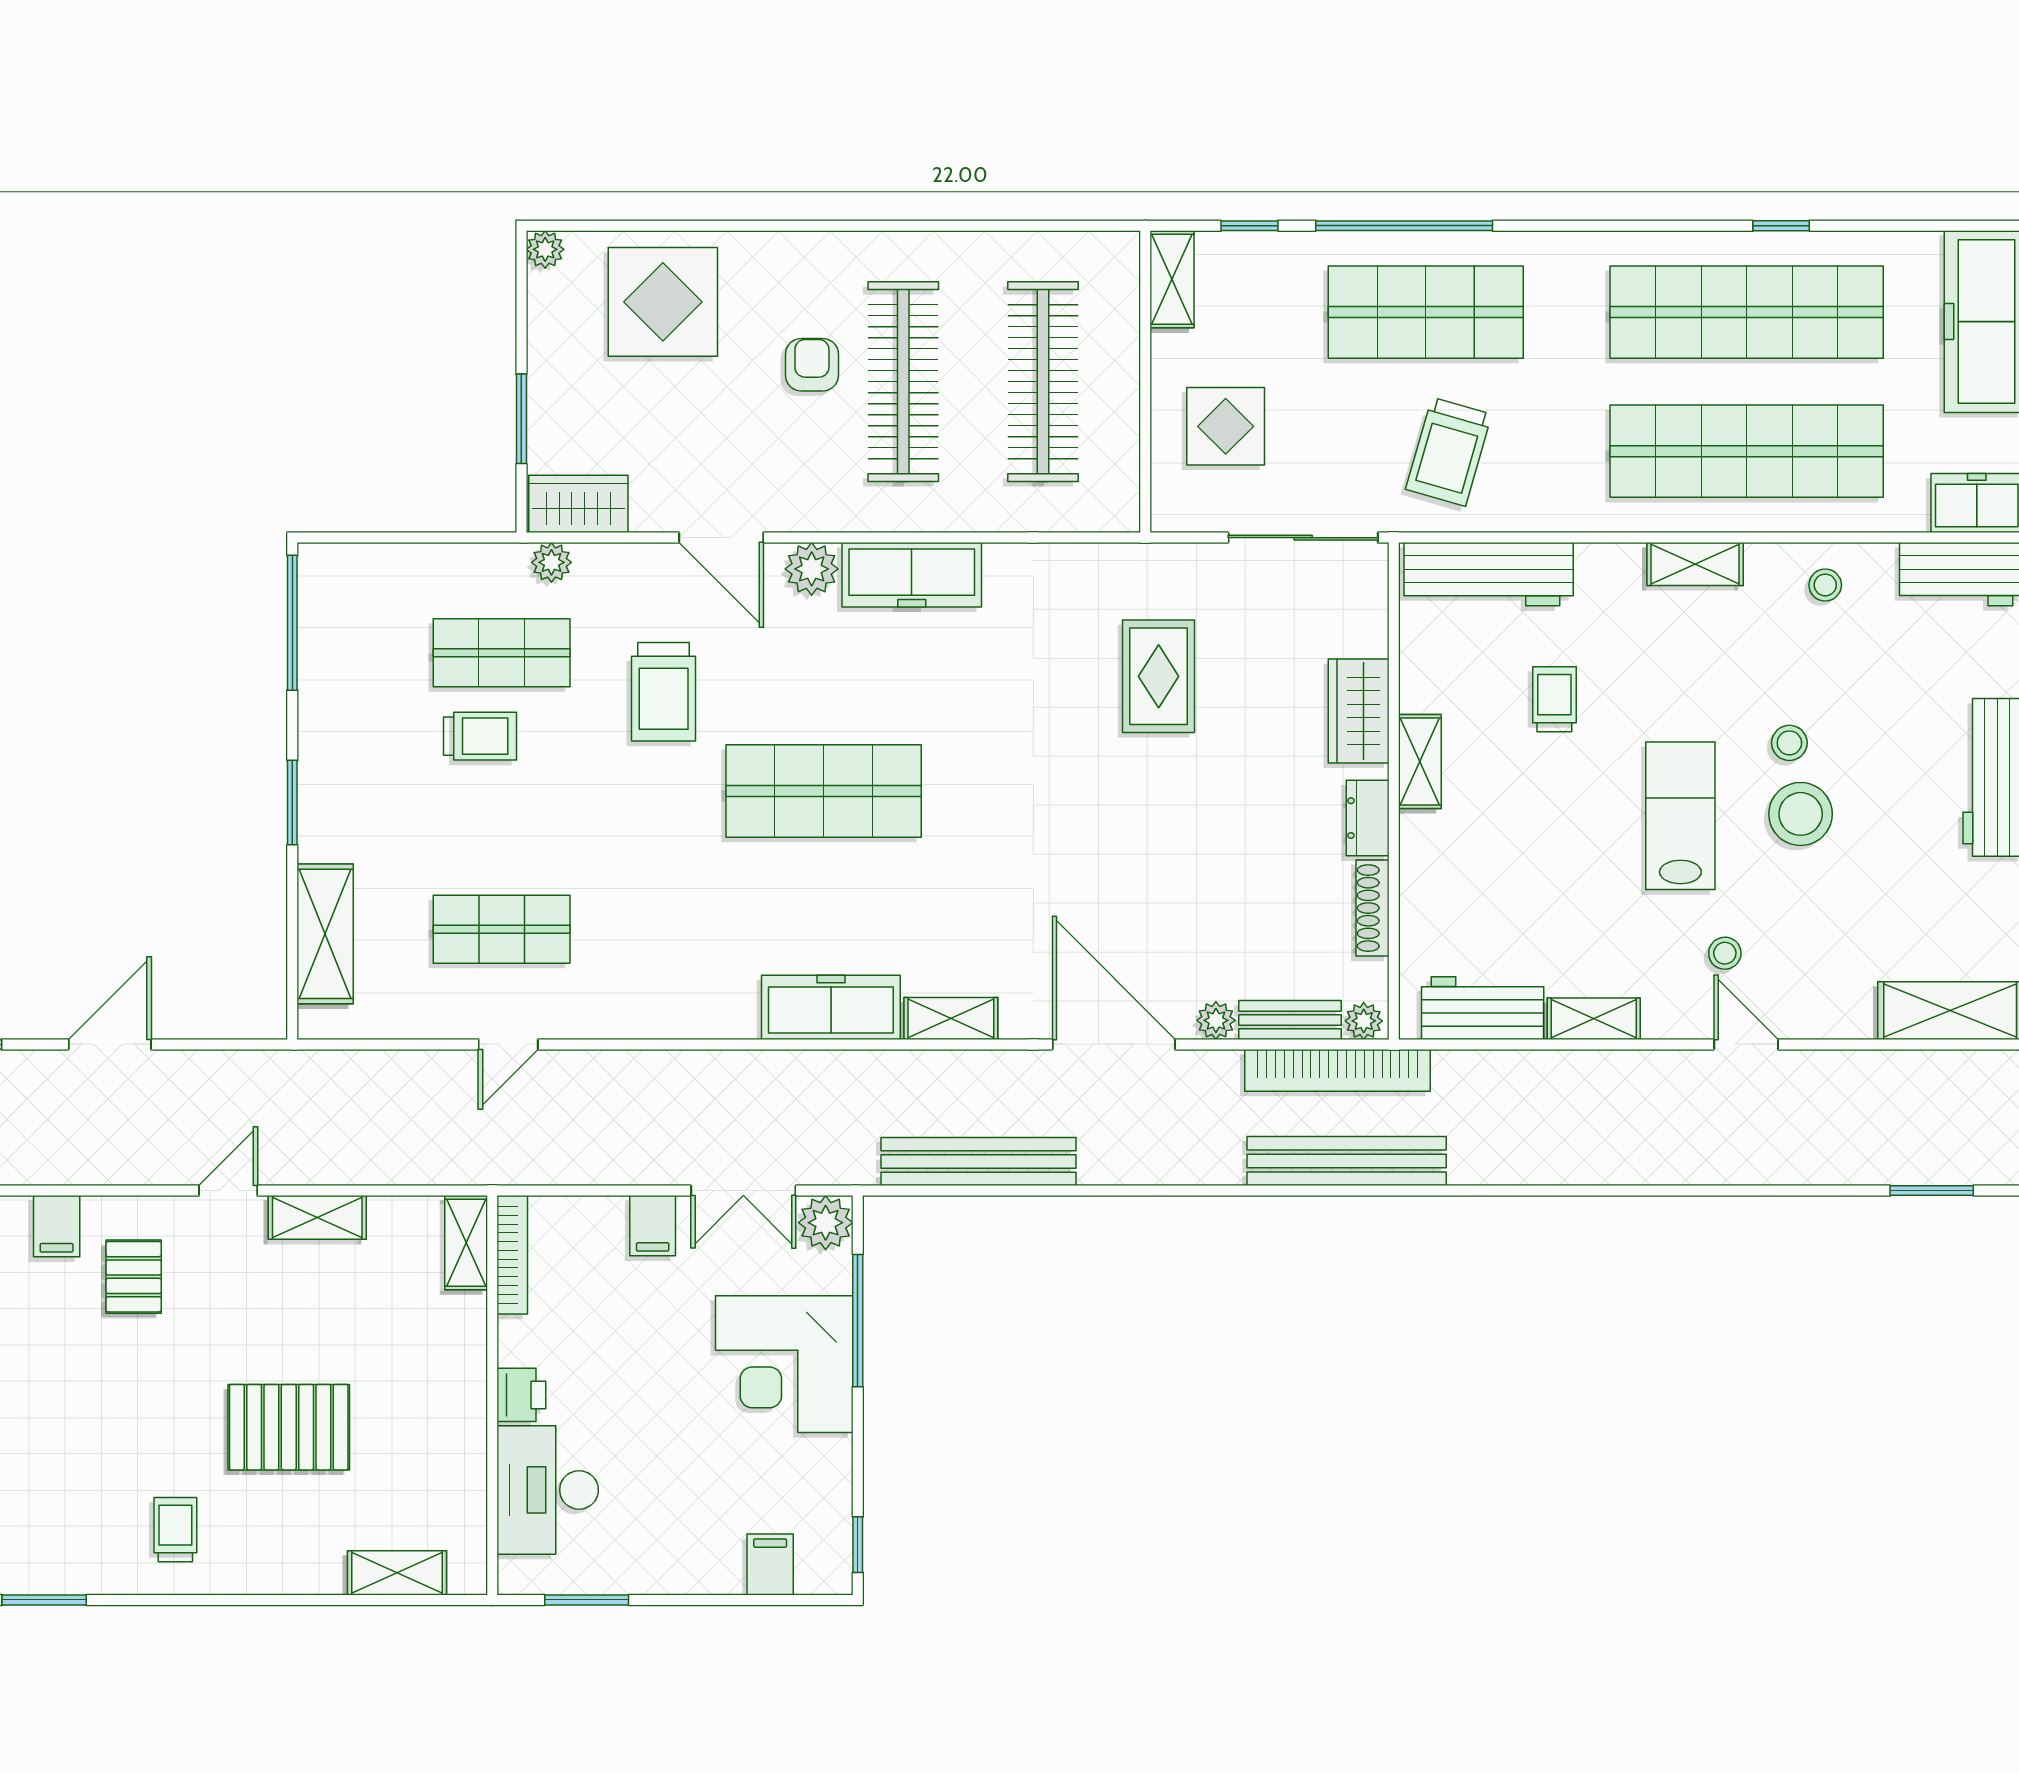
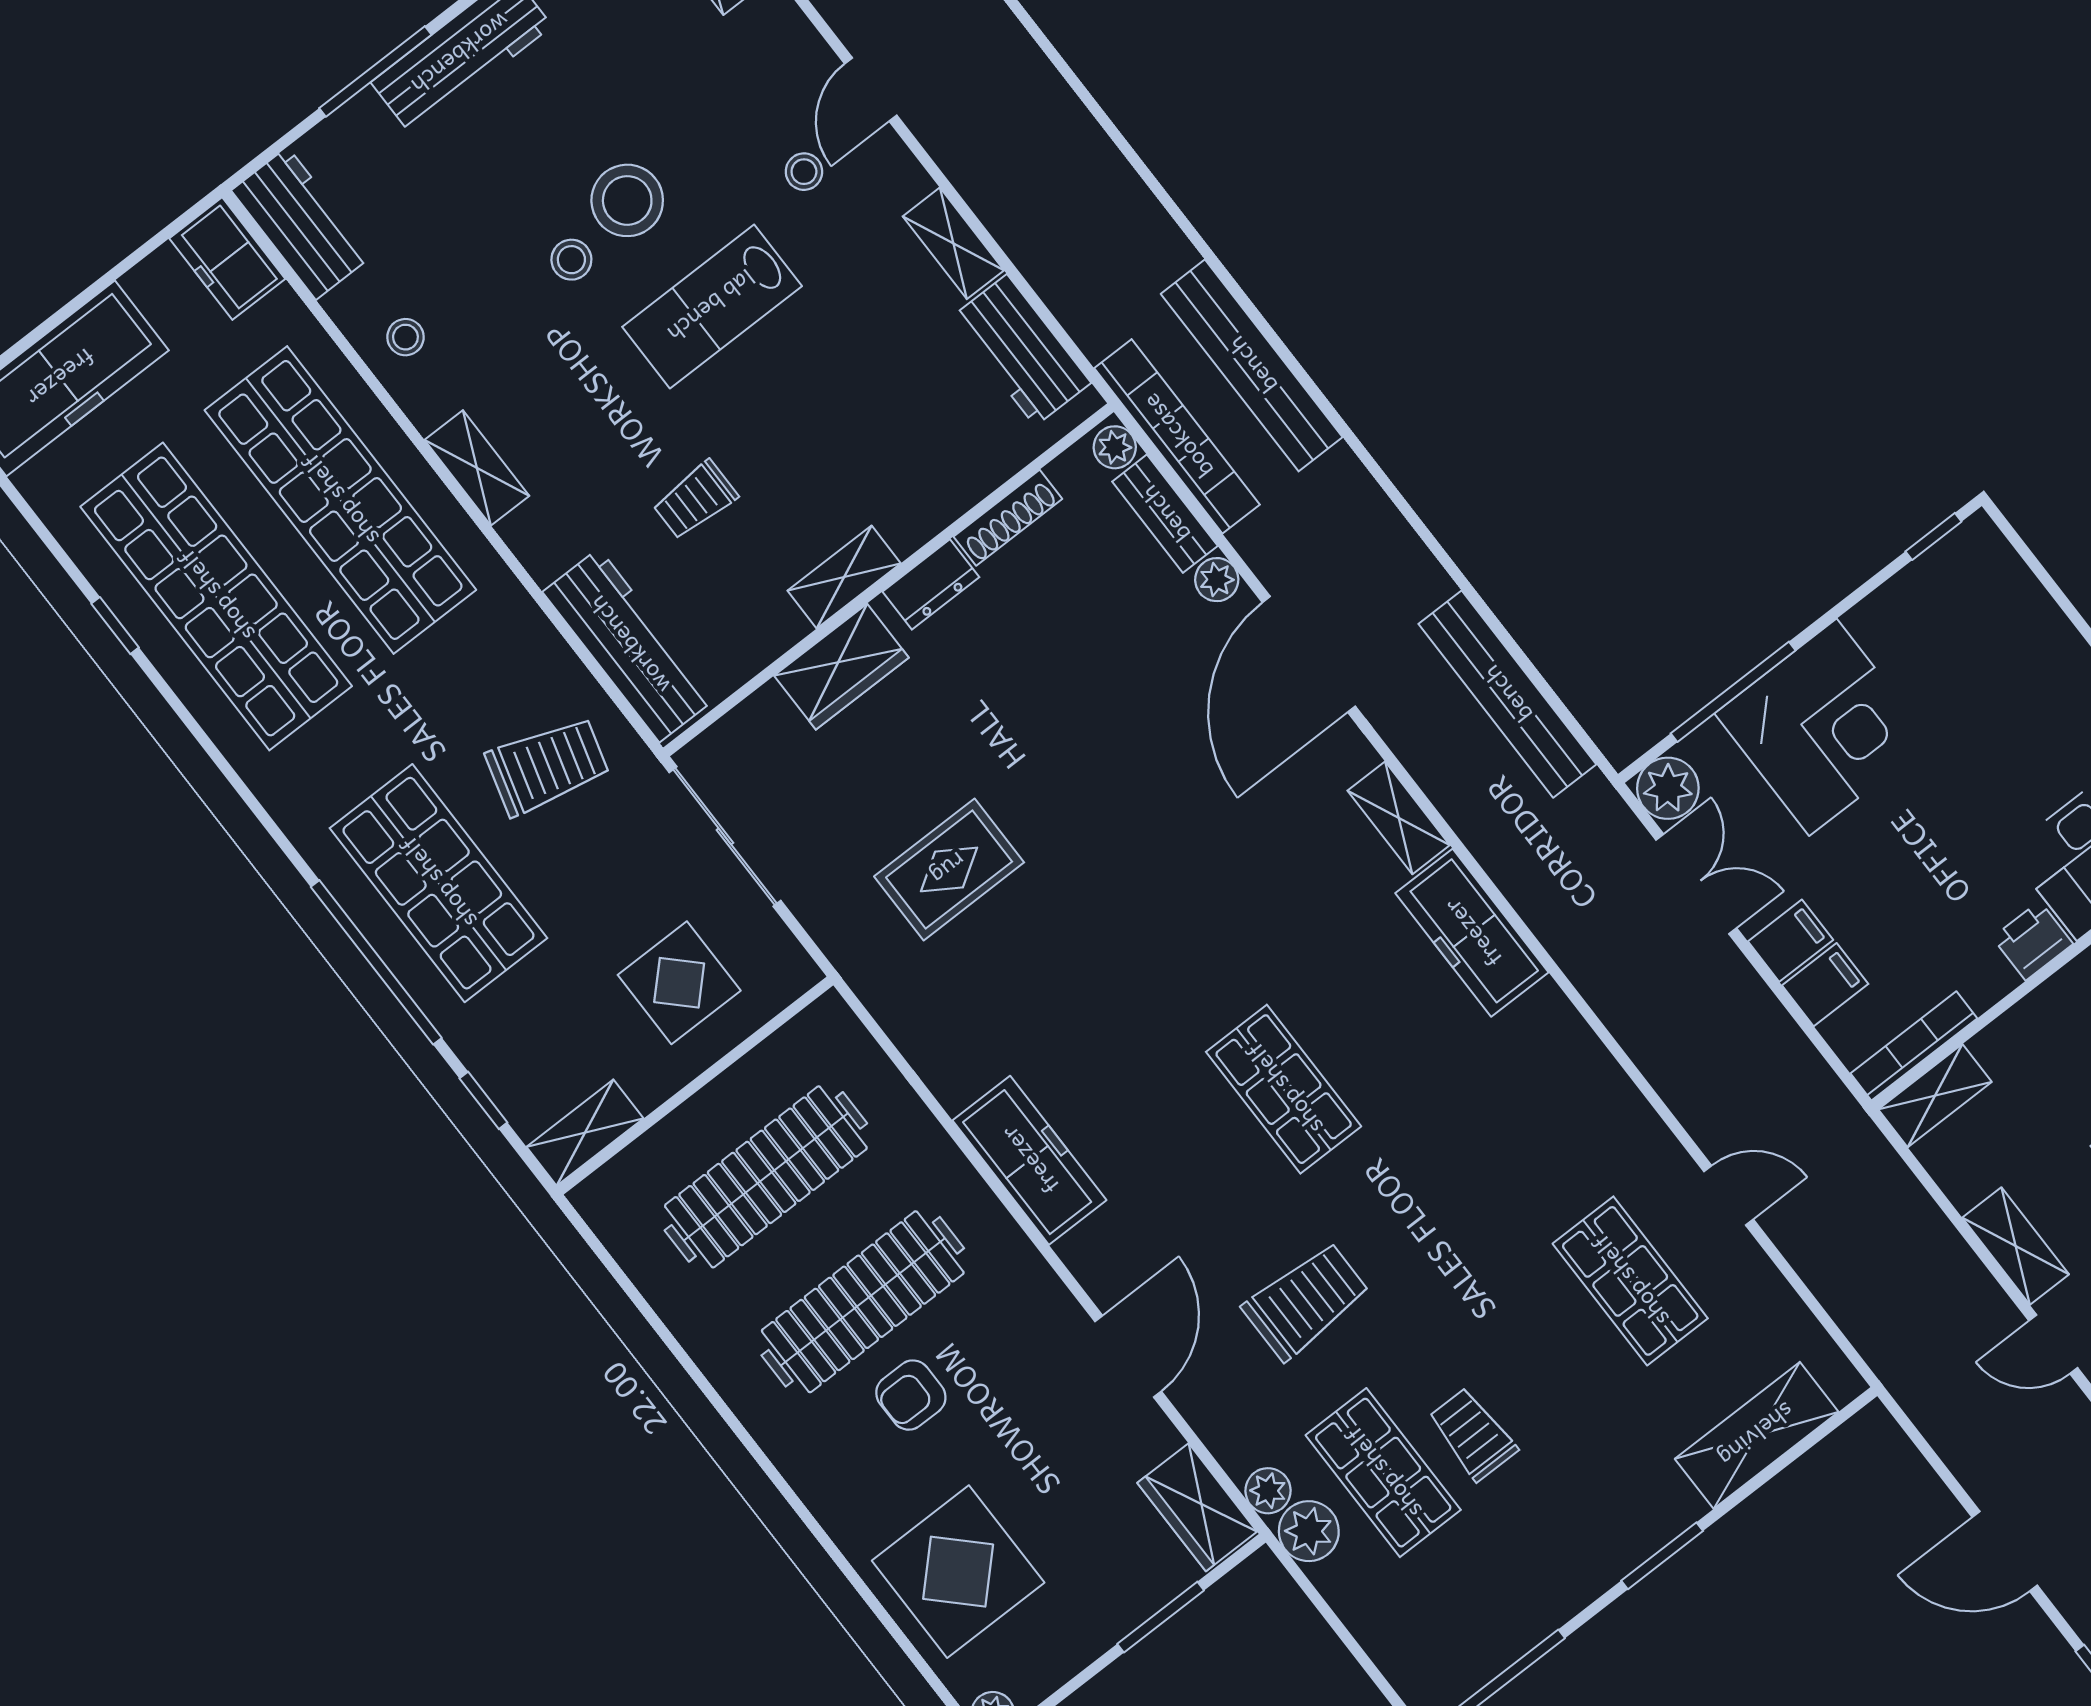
plant: (812, 569) -> (1309, 1531), moved
shop shelf: (824, 791) -> (1284, 1089), width x0.70, depth x0.74
filing cabinet: (770, 1564) -> (1825, 985), moved, turned 180

